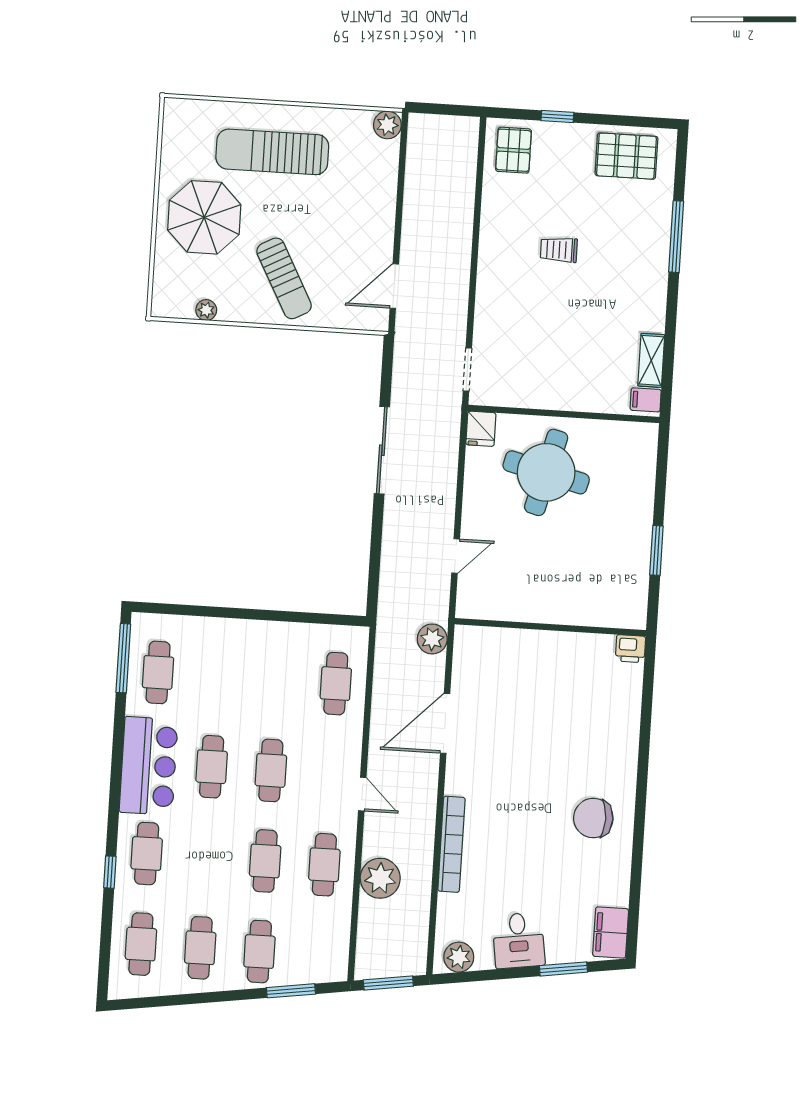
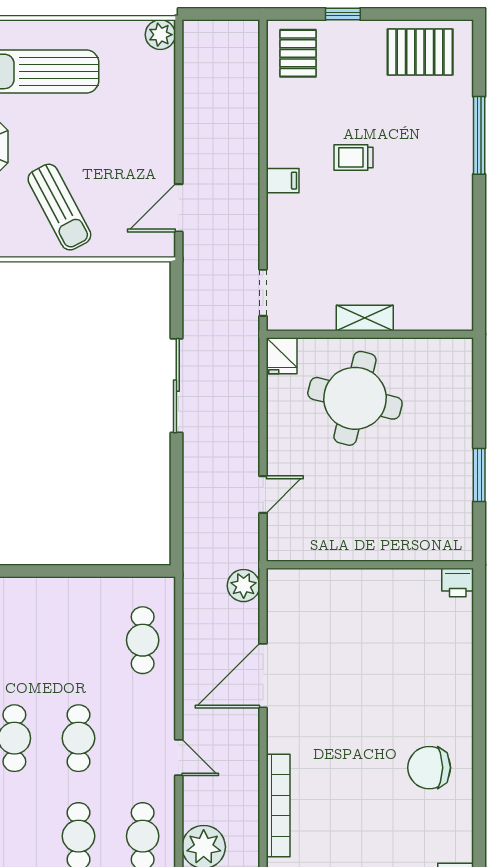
shelving: (651, 360) -> (365, 318), moved, turned 90
filing cabinet: (646, 400) -> (283, 181), moved, turned 180

